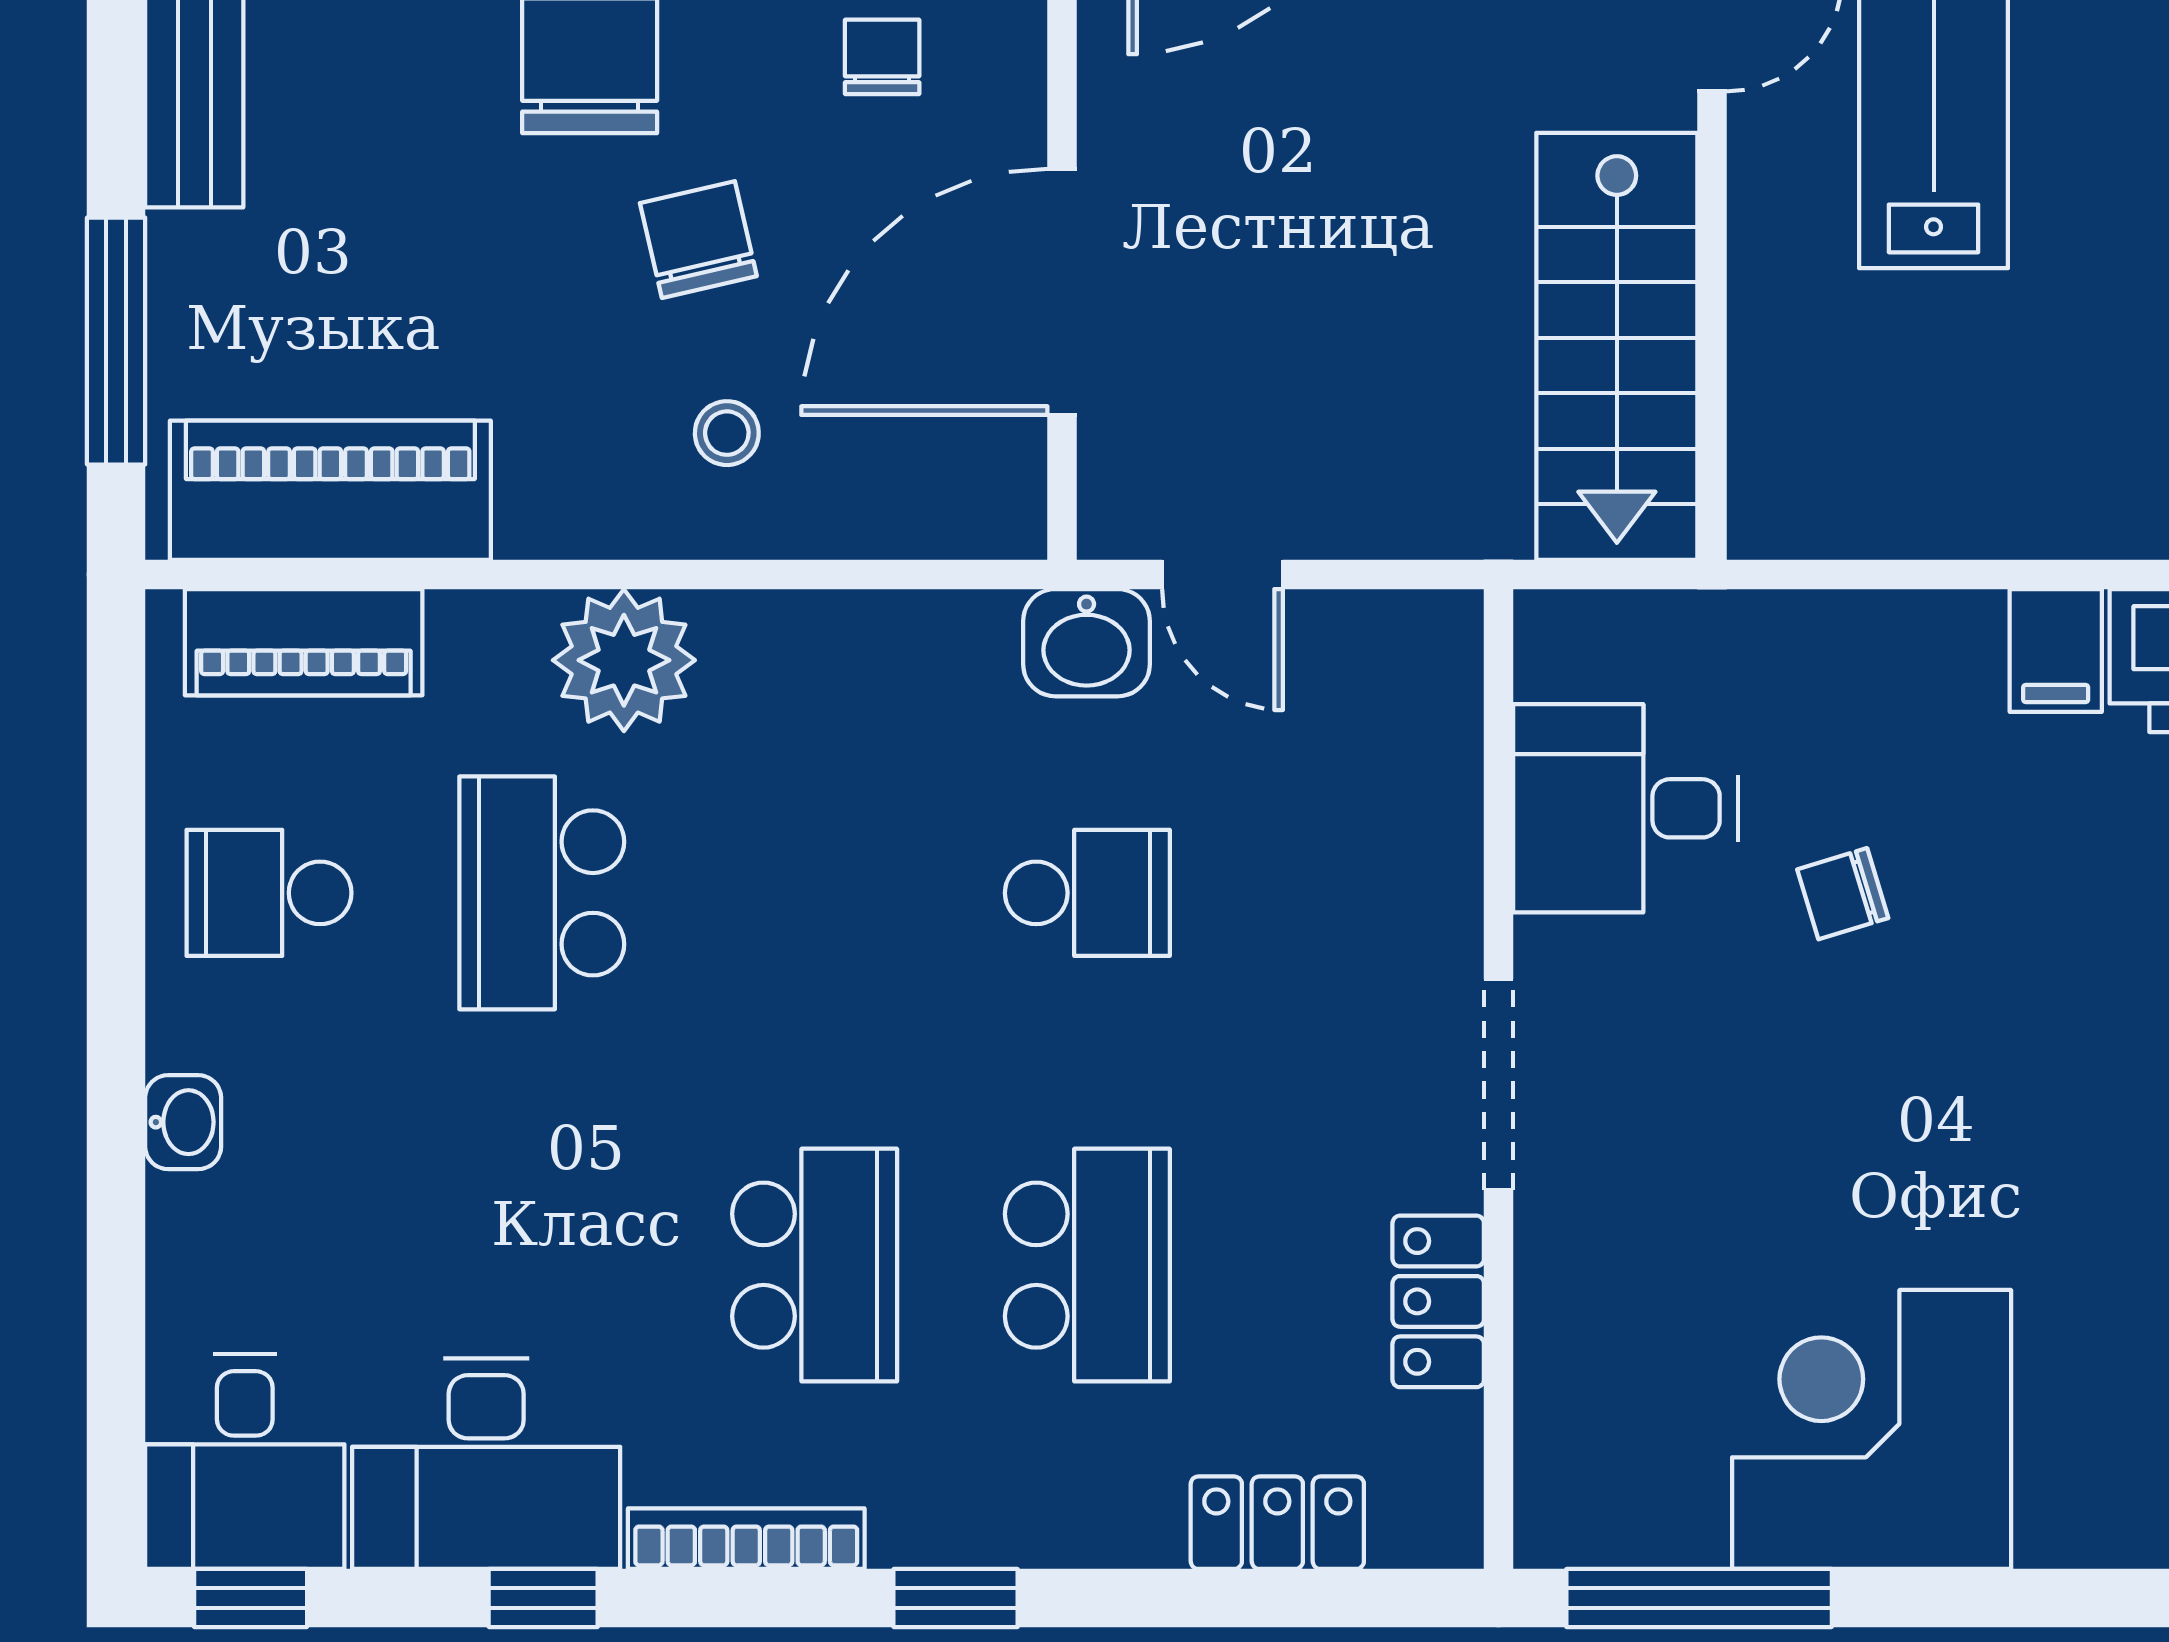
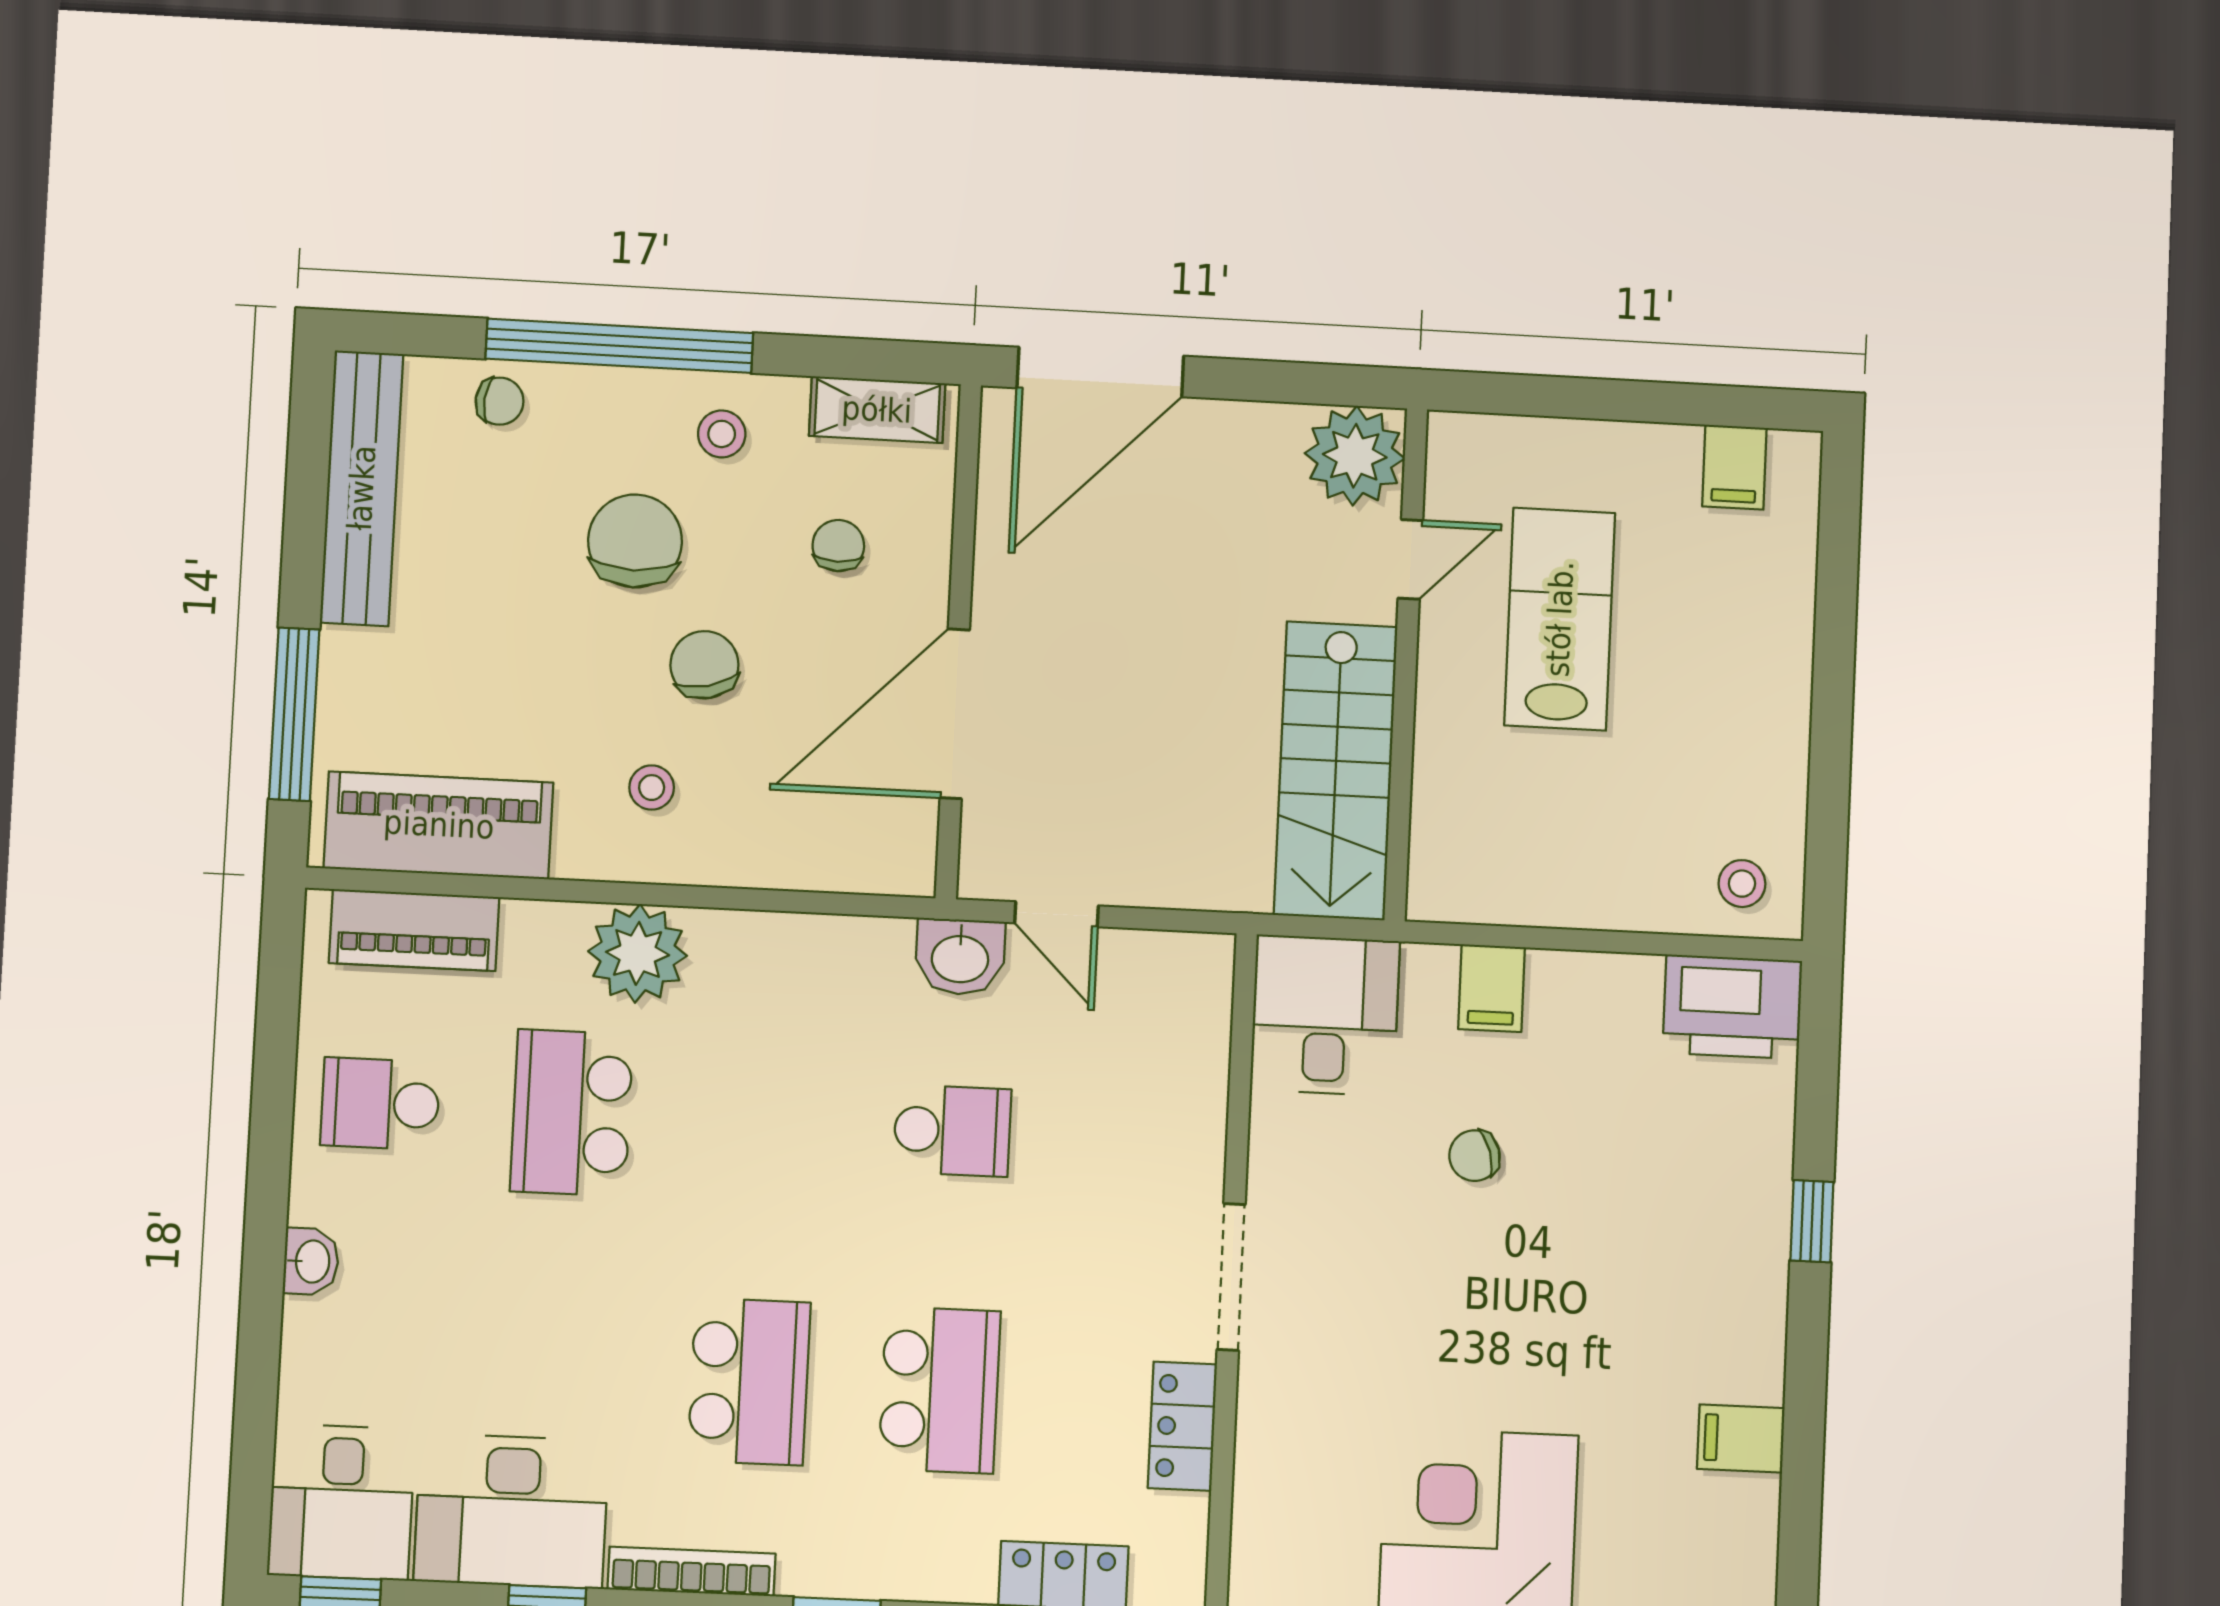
stool: (727, 433) -> (652, 788), moved
filing cabinet: (2056, 651) -> (1492, 988), moved
desk: (1625, 808) -> (1325, 1015), moved, turned 90

